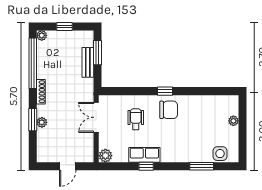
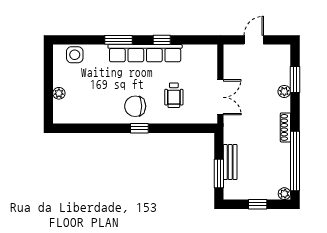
window: (33, 120) -> (295, 80), moved
row of seats: (144, 155) -> (145, 53), width x2.02
plant: (105, 156) -> (209, 52), removed
window: (202, 166) -> (119, 40), moved

